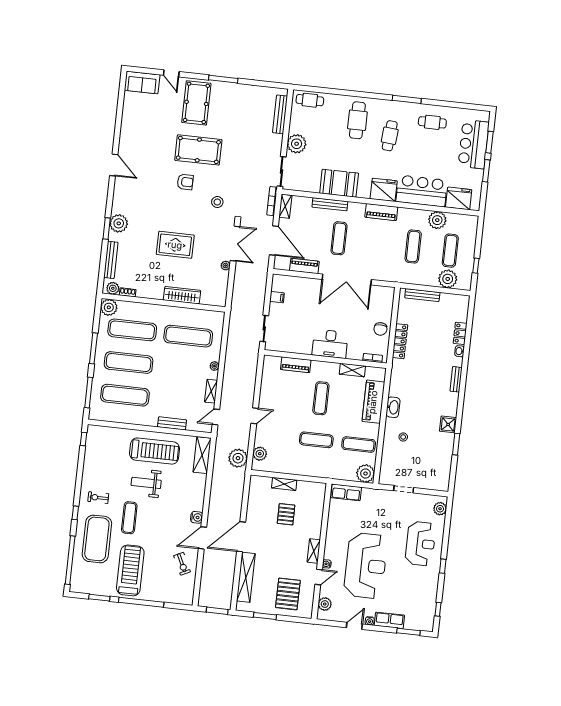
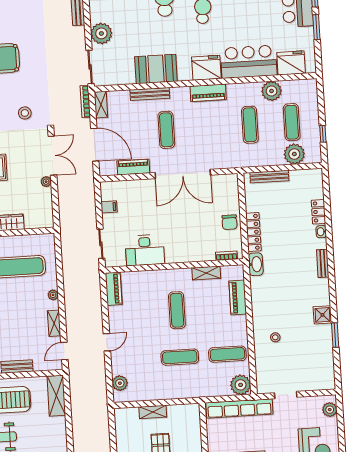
desk: (330, 344) -> (145, 250), moved
piano: (296, 365) -> (114, 289), moved, turned -90
piano: (373, 402) -> (238, 298), width x0.73, depth x0.75
washbasin: (393, 407) -> (256, 264), moved
plant: (238, 458) -> (97, 392), removed
row of seats: (346, 492) -> (239, 408), width x2.02

